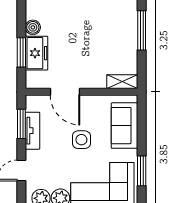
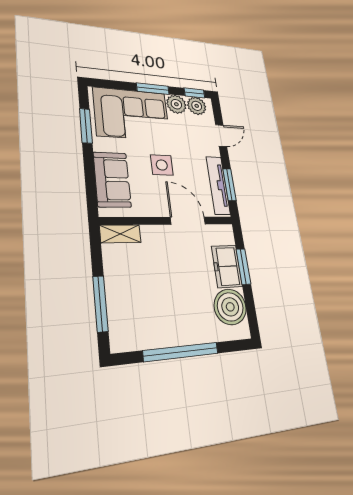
boiler: (33, 27) -> (230, 307), width x1.86, depth x1.86
tv unit: (33, 131) -> (218, 185), width x1.41

